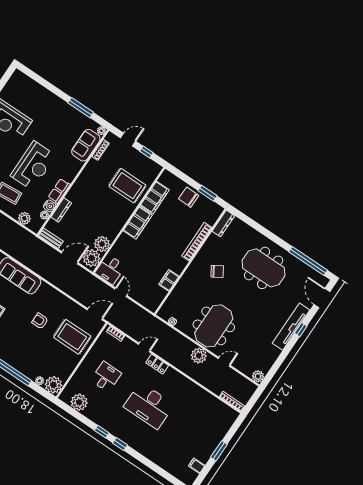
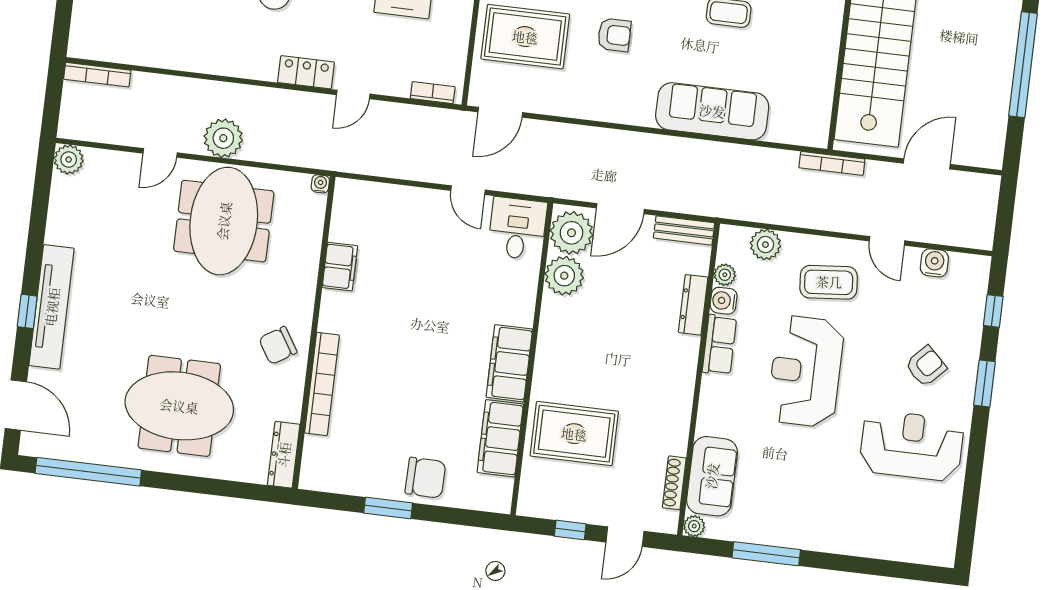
dresser: (223, 223) -> (284, 455), moved
bookcase: (197, 242) -> (322, 384), moved
wall: (190, 262) -> (314, 333), moved
filing cabinet: (169, 280) -> (340, 267), moved

